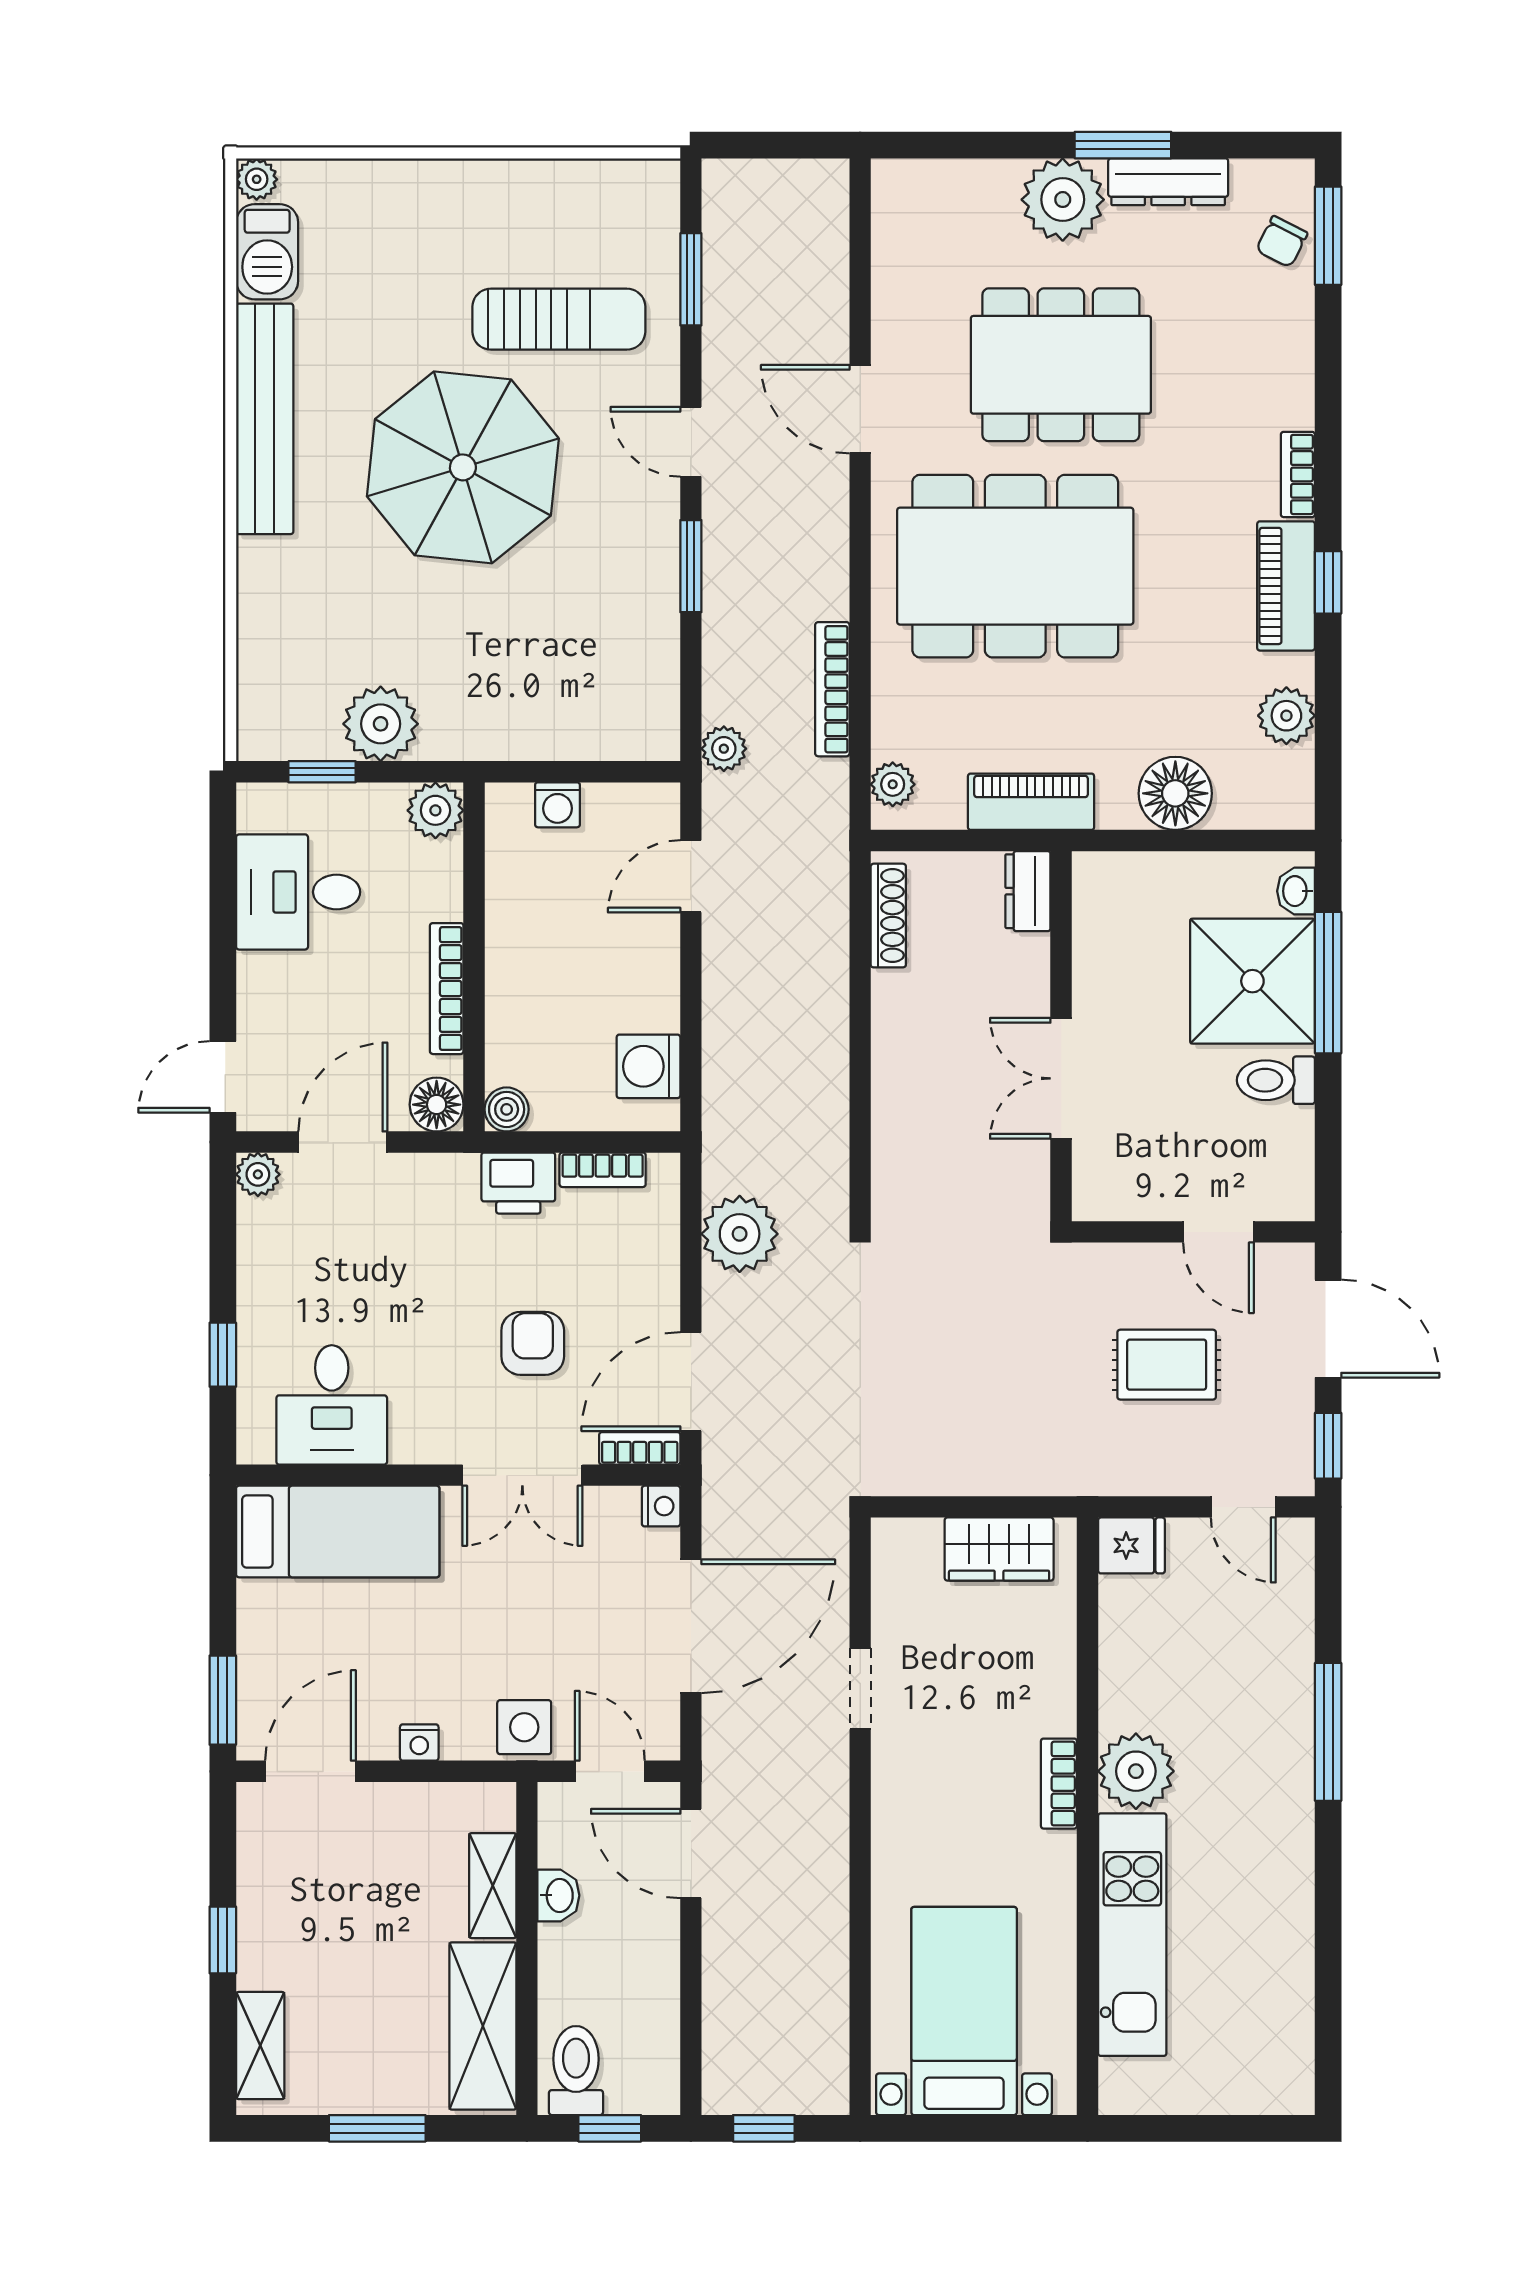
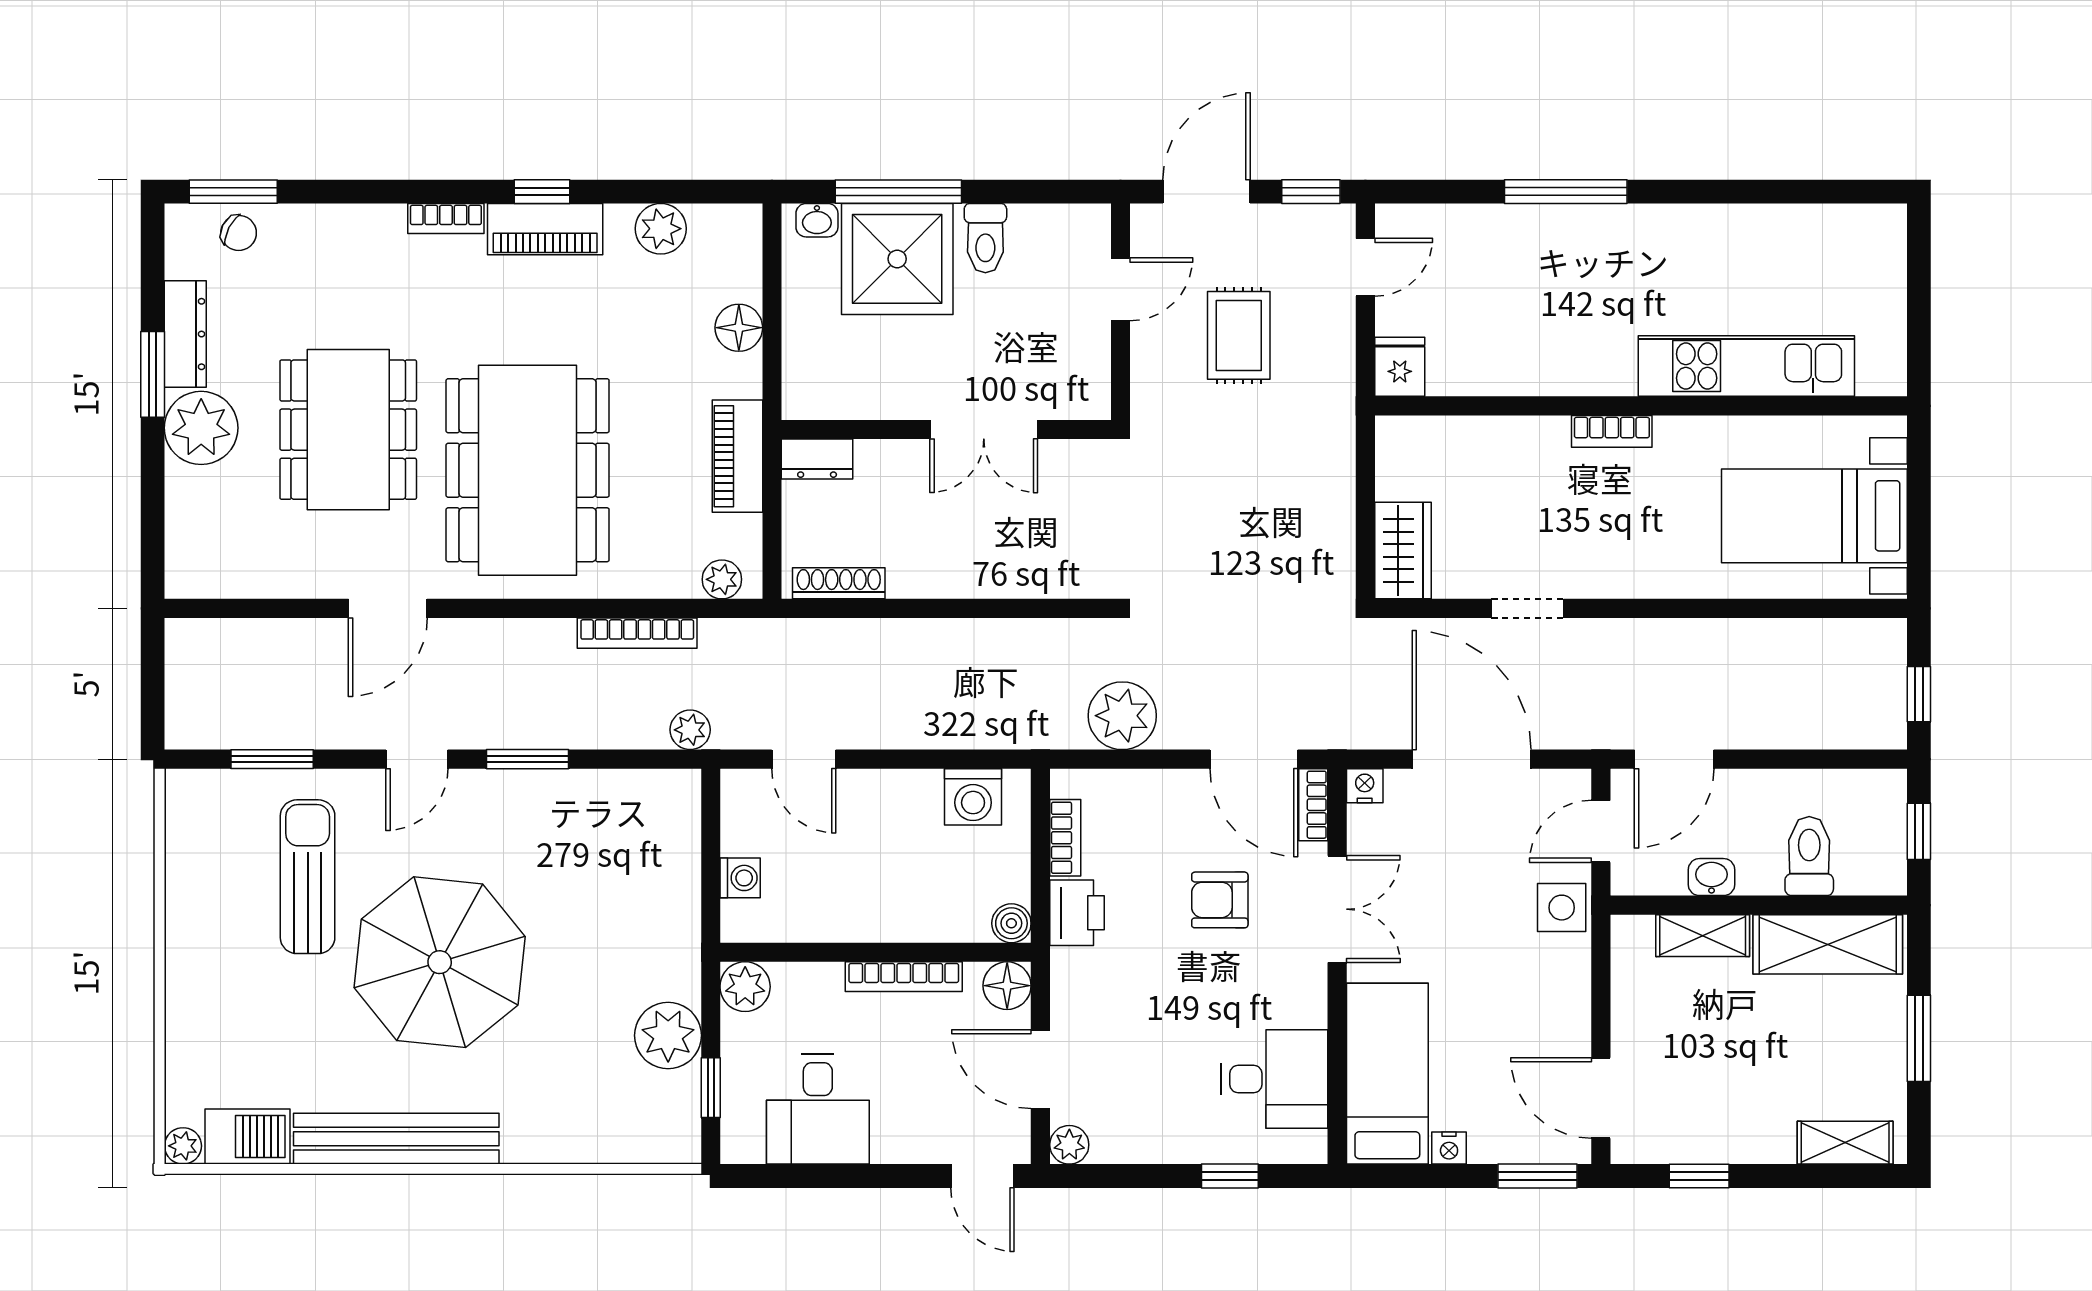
floor lamp: (1175, 793) -> (739, 328), width x0.73, depth x0.73
wardrobe: (999, 1549) -> (1403, 551), moved
nightstand: (419, 1743) -> (1449, 1148), moved, turned 90
plant: (1136, 1771) -> (1601, 363), removed
window: (223, 1940) -> (1699, 1176), moved
toilet: (576, 2071) -> (1809, 856), moved, turned 90

